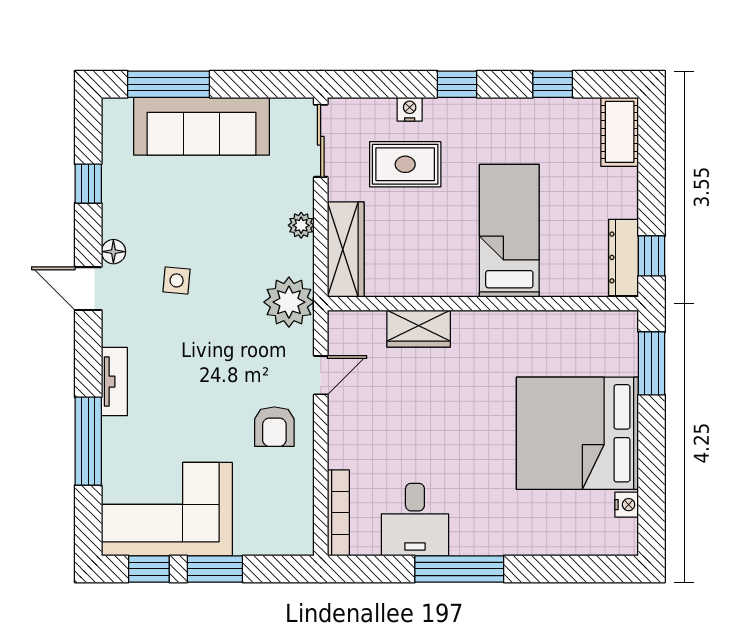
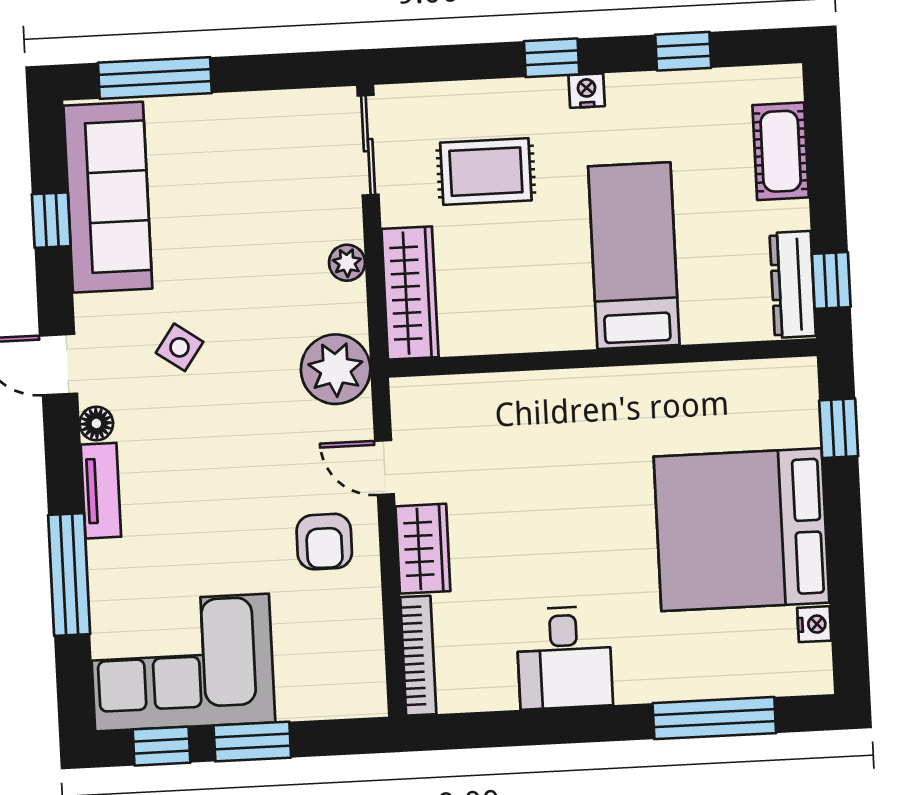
nightstand: (410, 109) -> (587, 91), moved
sofa: (202, 126) -> (108, 197), moved, turned -90
cot: (620, 132) -> (781, 151), moved
floor lamp: (113, 252) -> (96, 423), moved
side table: (177, 280) -> (180, 347), turned 30
wardrobe: (419, 329) -> (423, 549), moved, turned -90
window: (652, 363) -> (839, 428), width x0.67
door: (321, 375) -> (384, 468), swing flipped
desk: (415, 520) -> (564, 658), moved
window: (459, 569) -> (714, 718), moved

